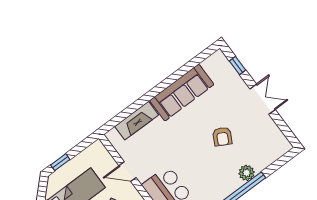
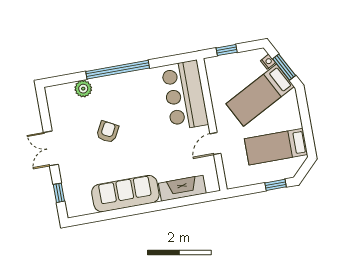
door: (128, 172) -> (215, 144), swing flipped
plant: (247, 173) -> (83, 89), moved

